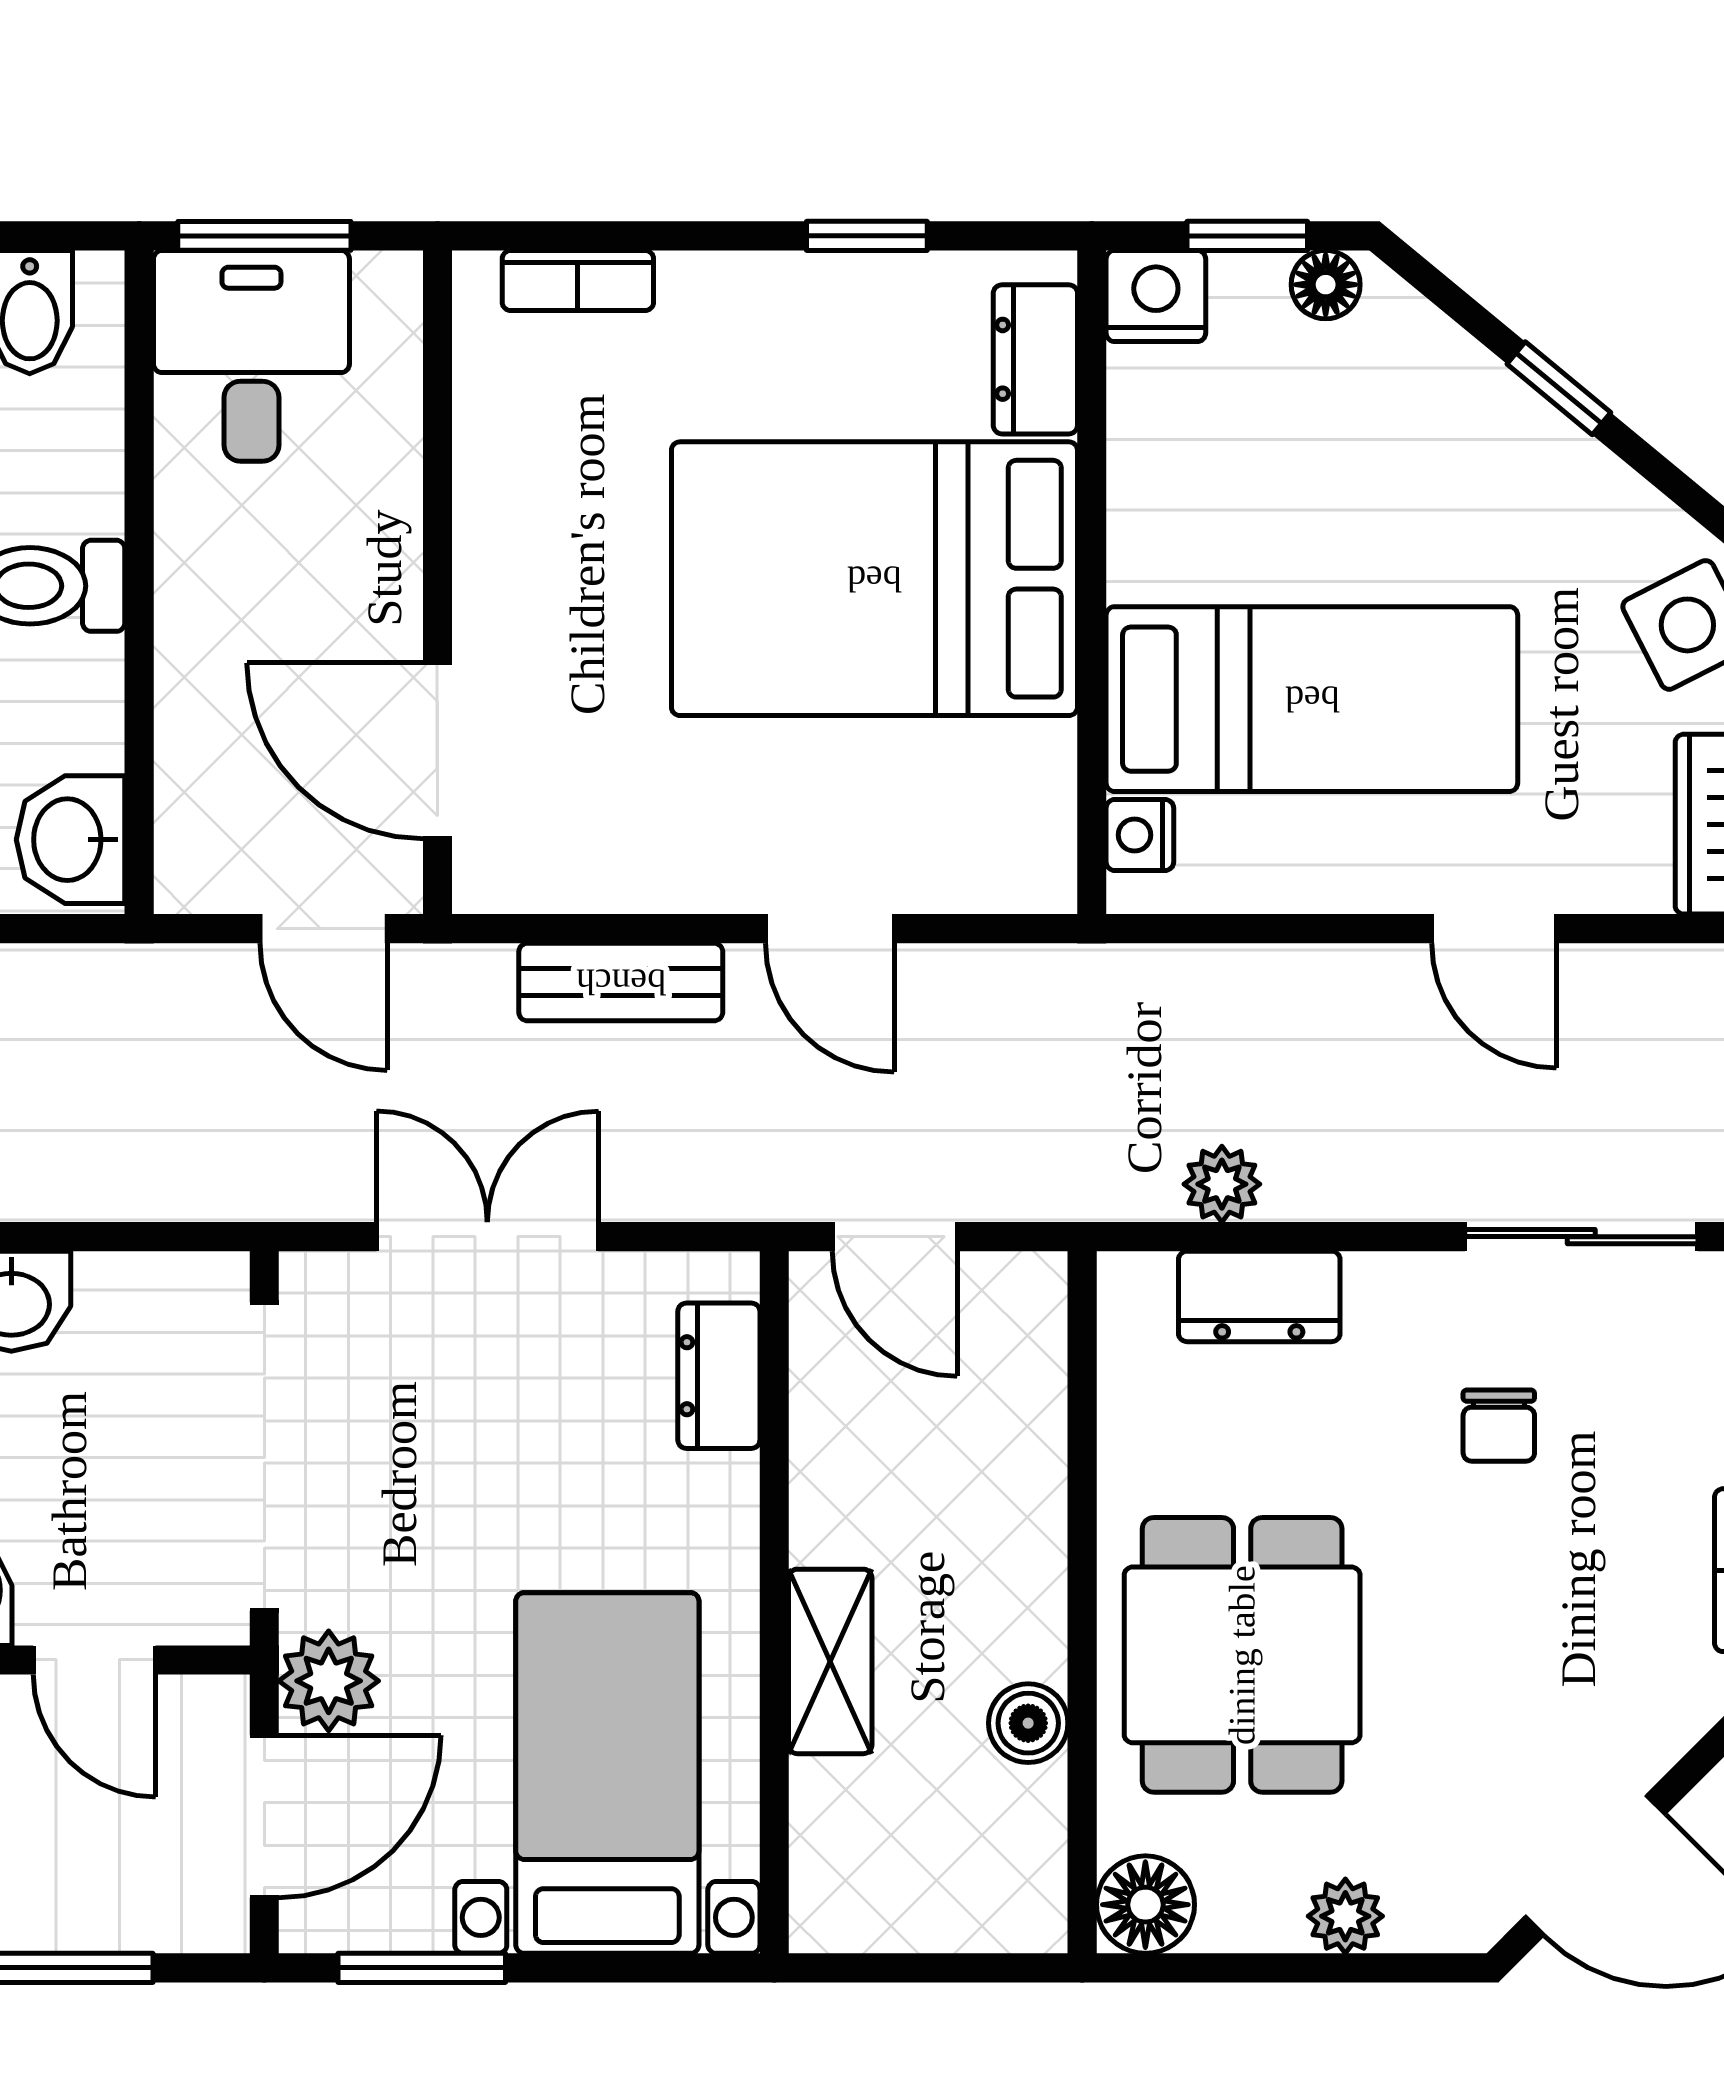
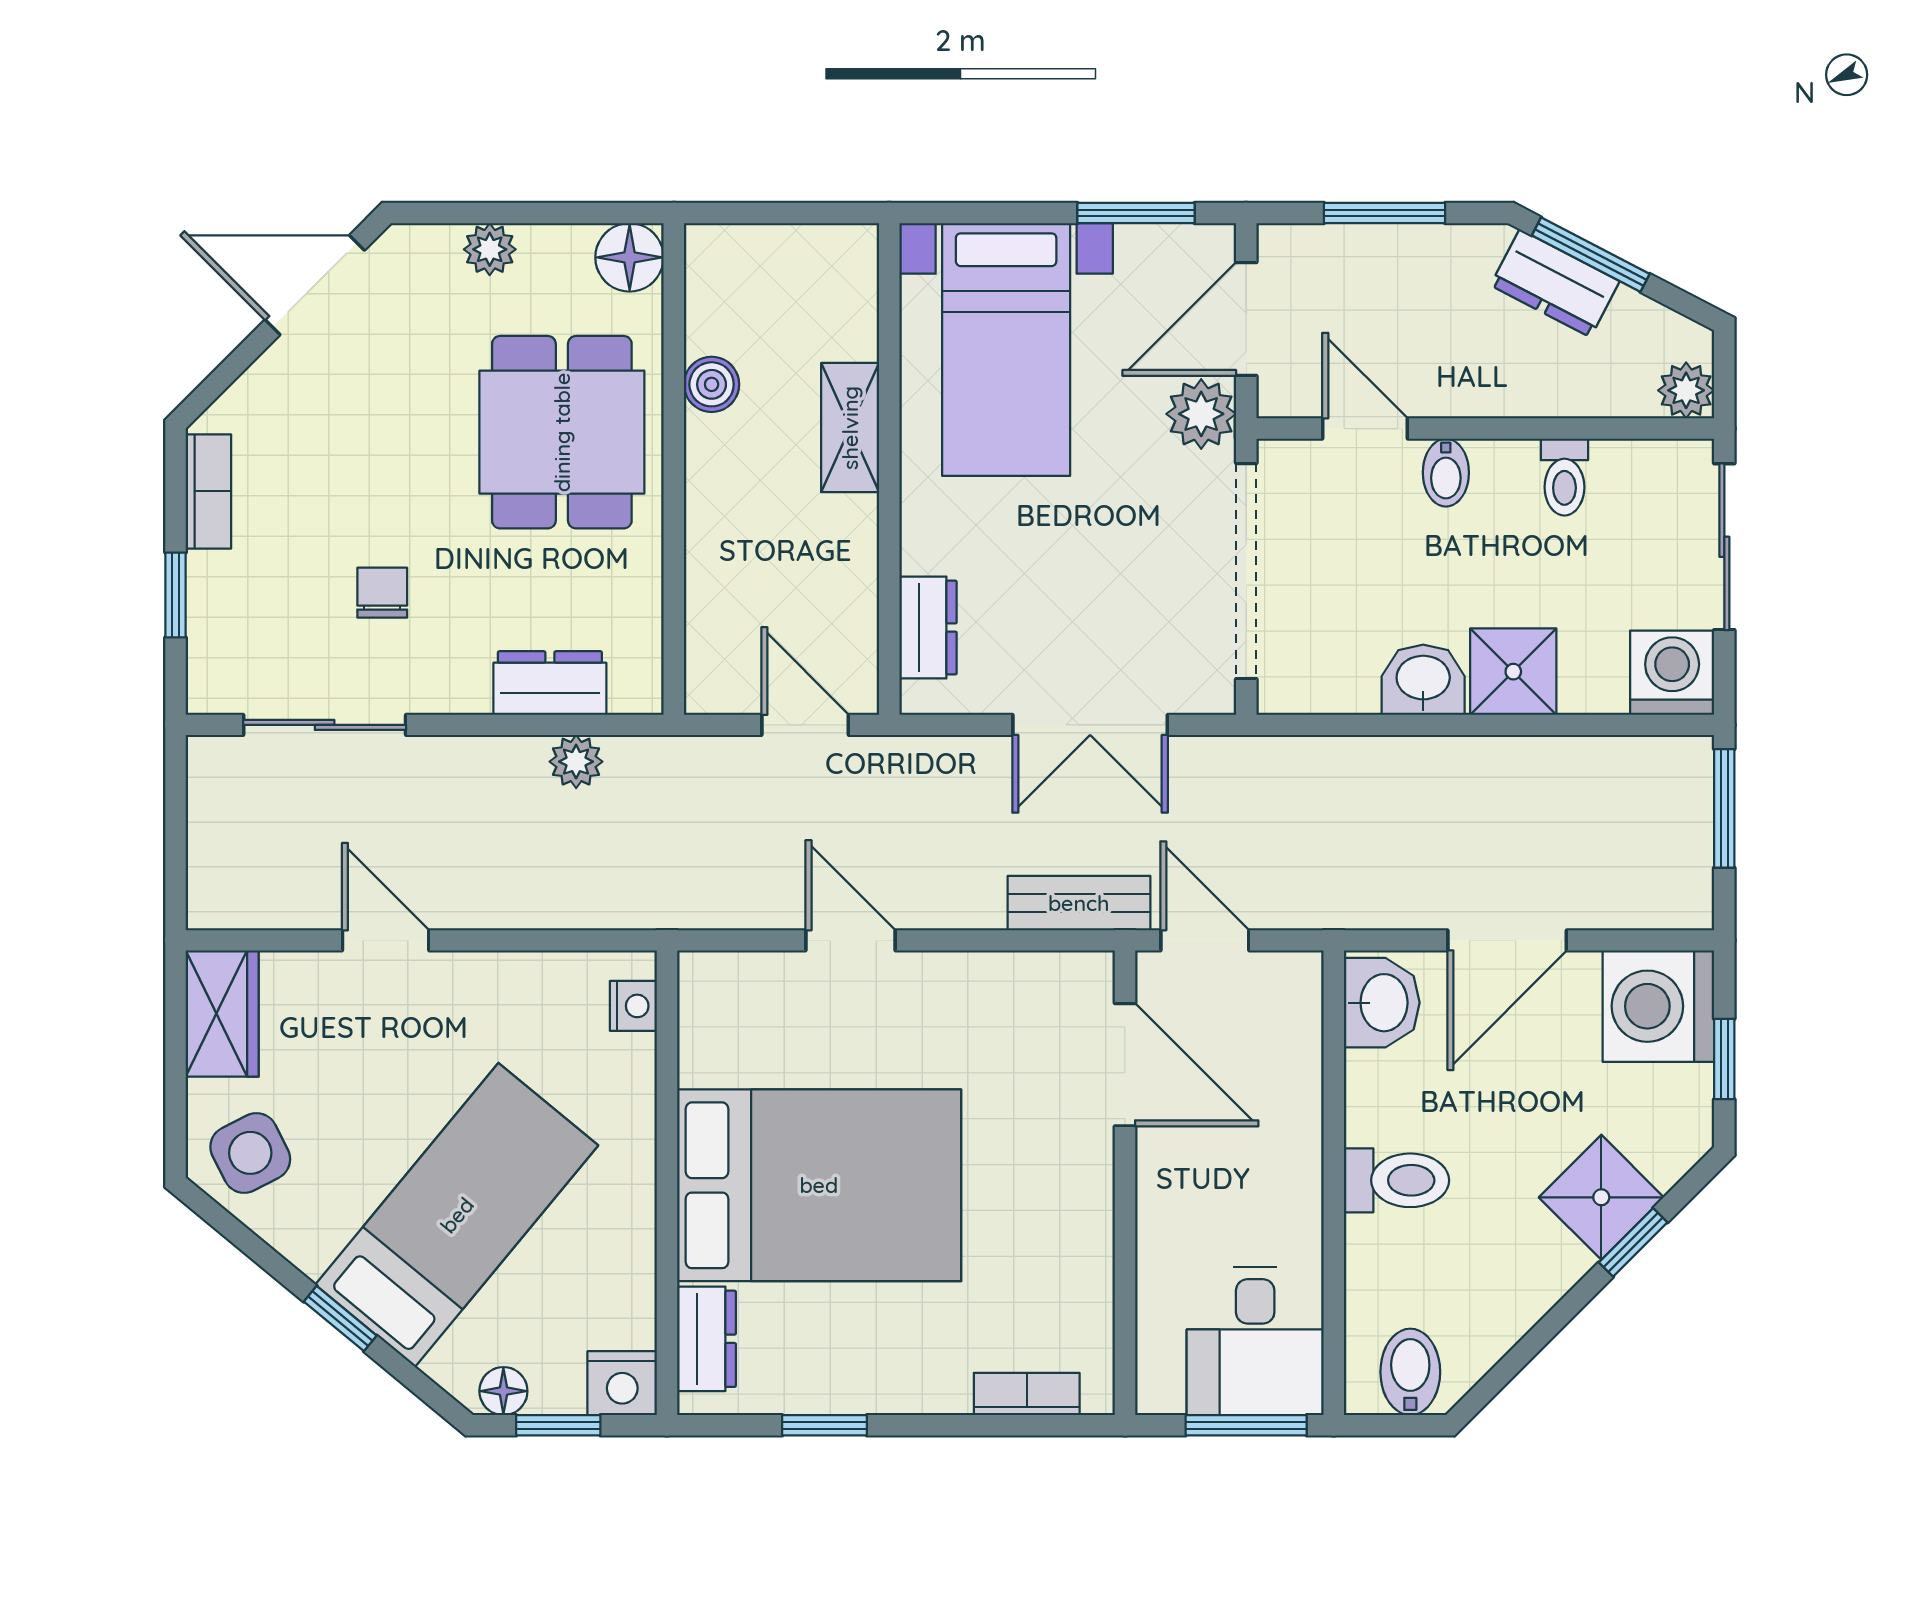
bed: (1312, 699) -> (457, 1215), moved, turned 130
bench: (621, 982) -> (1079, 903), moved

